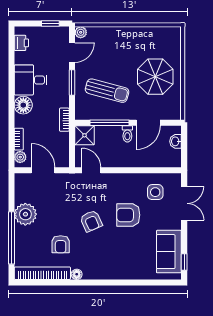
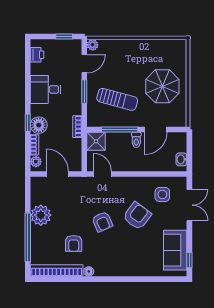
floor lamp: (23, 105) -> (39, 125), moved
window: (11, 116) -> (28, 123), added
washbasin: (176, 141) -> (181, 159), moved
armchair: (128, 215) -> (137, 216), turned 127

